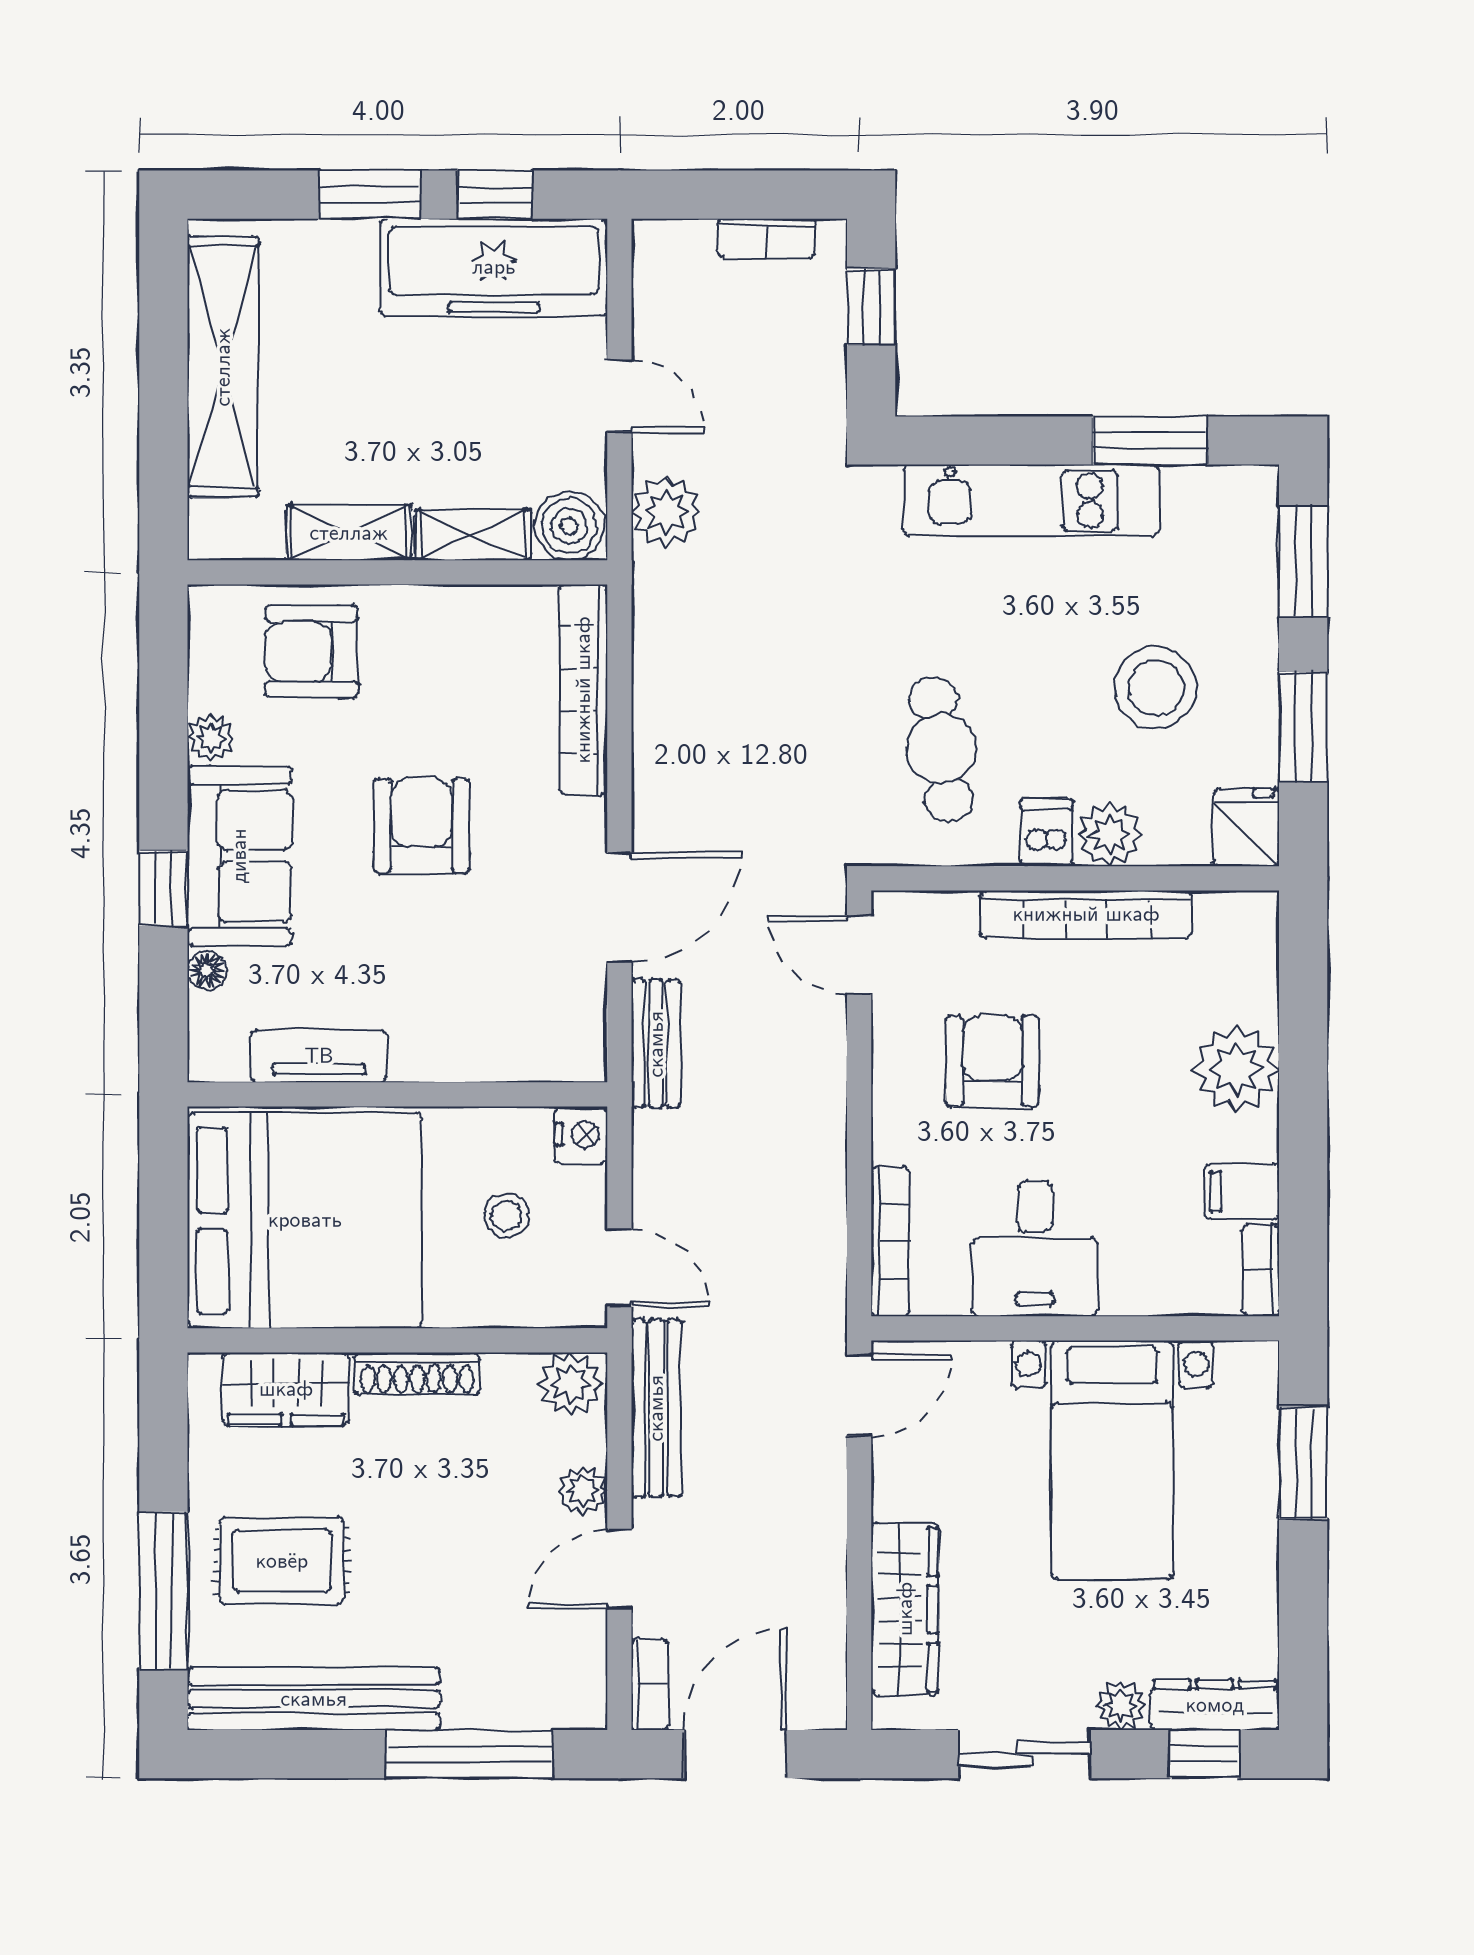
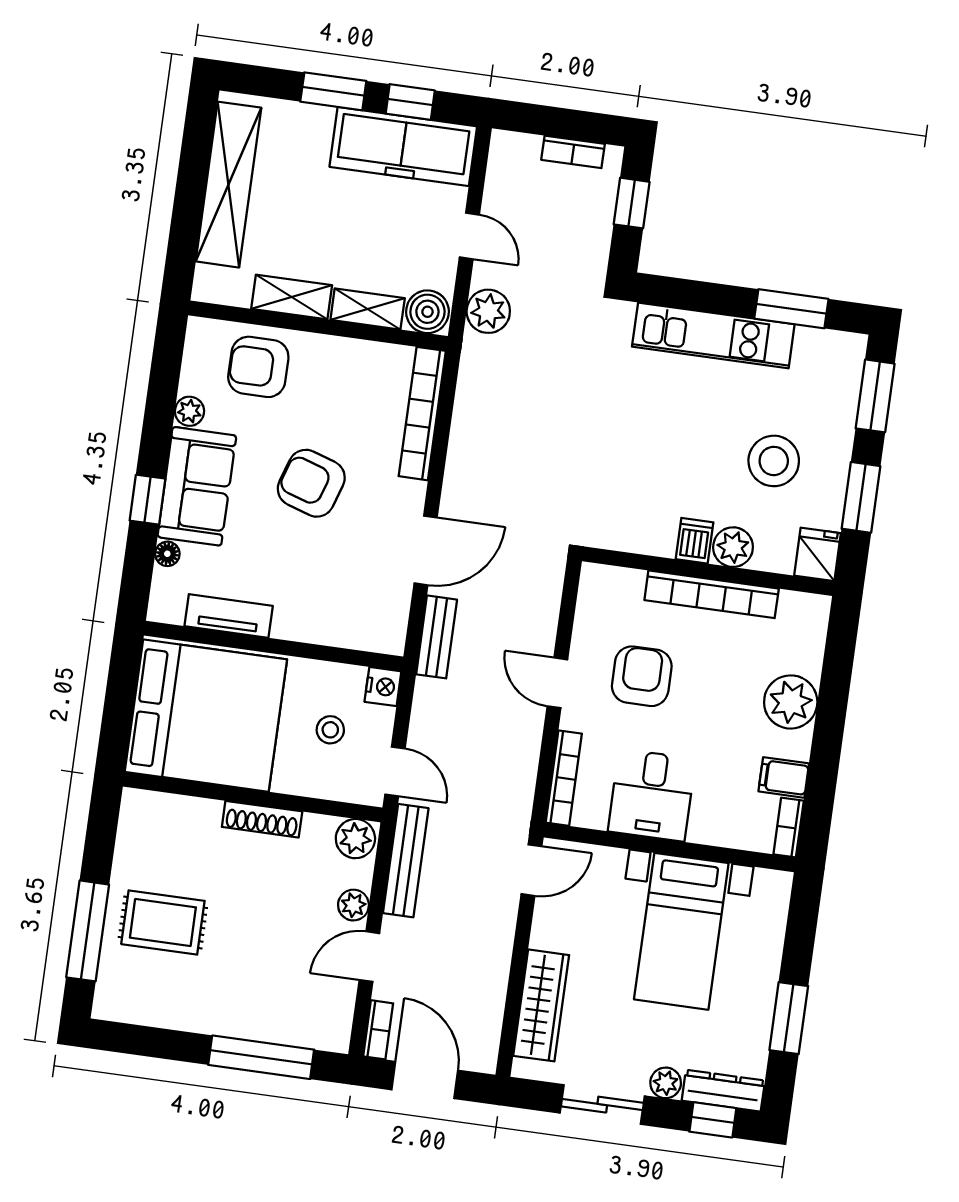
cafe table: (941, 749) -> (637, 480), removed
armchair: (422, 826) -> (311, 483), turned -72
door: (859, 955) -> (557, 683), moved
wardrobe: (286, 1389) -> (180, 817), removed
window: (1303, 1463) -> (789, 1018), moved
bench: (314, 1699) -> (171, 1010), removed
door: (735, 1754) -> (425, 1080), hinge flipped

